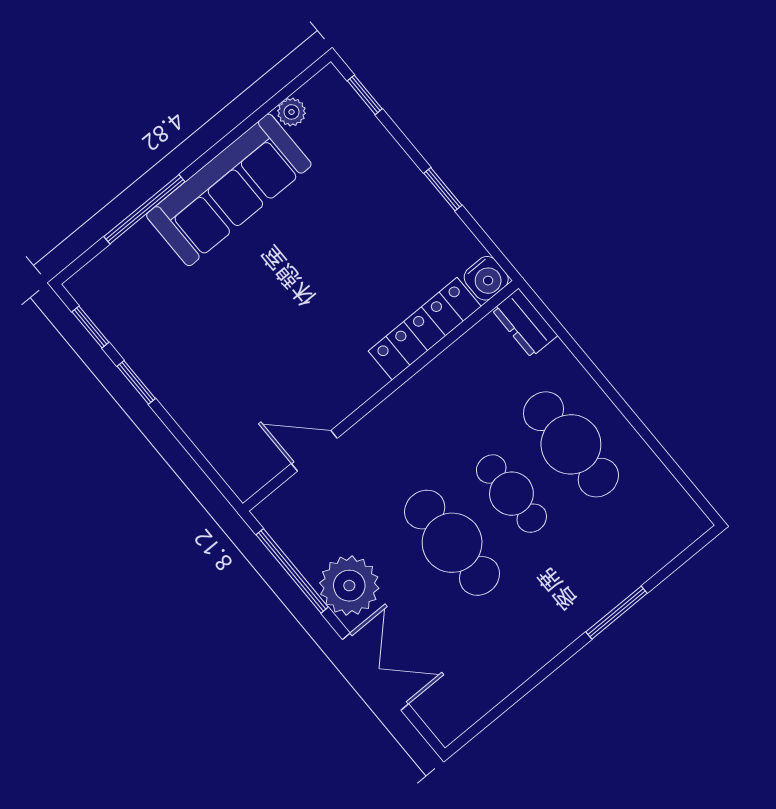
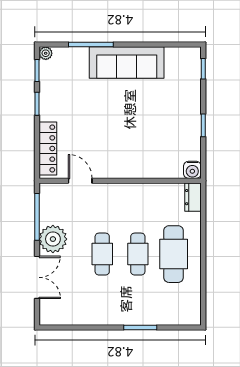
plant: (292, 112) -> (46, 53), moved
locker: (425, 329) -> (48, 149), moved, turned 90
cafe table: (452, 543) -> (102, 254), width x0.73, depth x0.74

